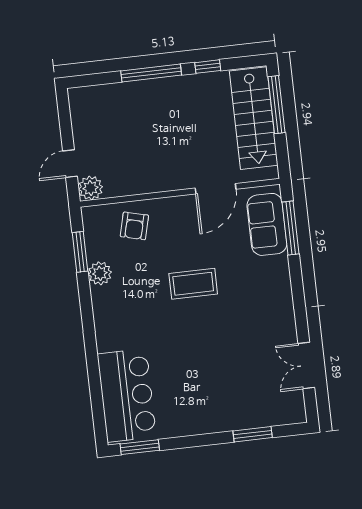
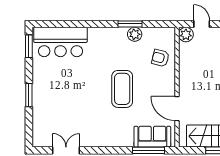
window: (80, 252) -> (130, 24), moved
coffee table: (193, 284) -> (122, 89), width x1.36, depth x1.32
window: (253, 434) -> (29, 95), moved

